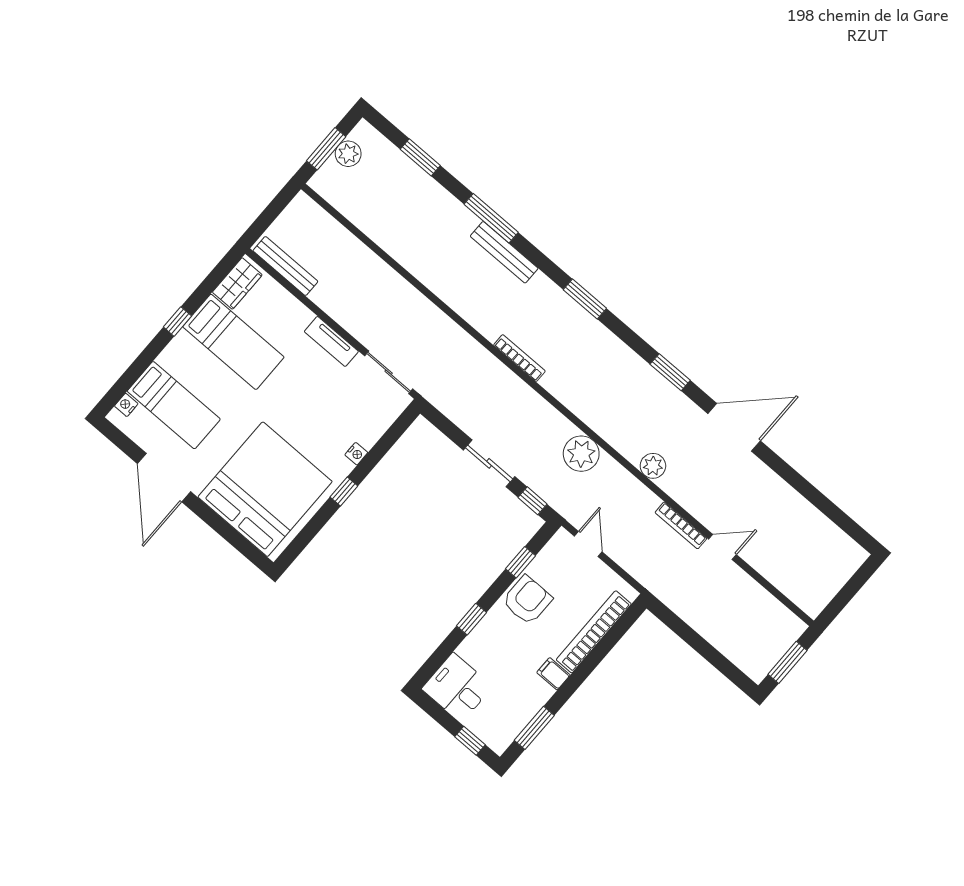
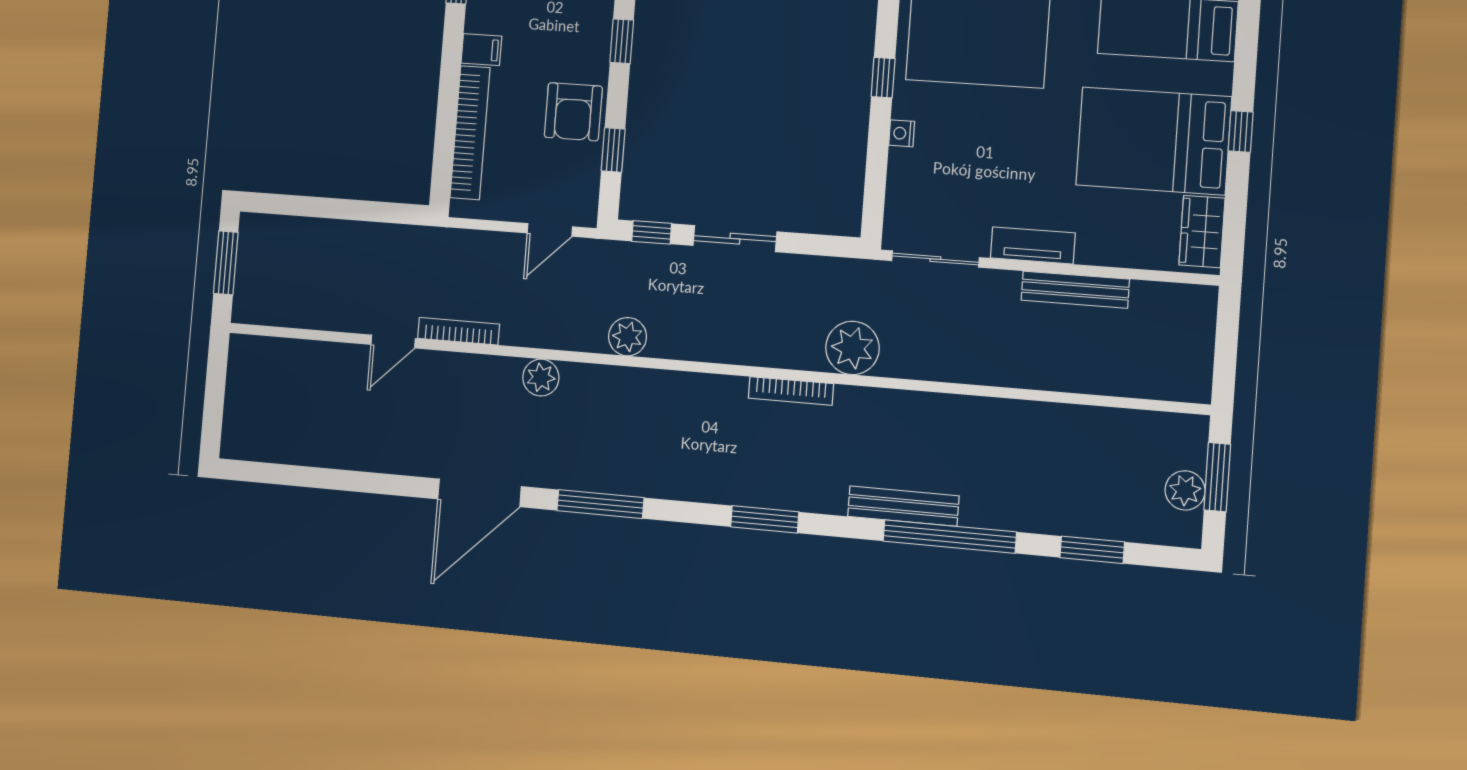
window: (491, 218) -> (950, 537), width x1.46
bench: (285, 266) -> (1075, 290), moved
bed: (233, 342) -> (1154, 141), width x1.50
plant: (469, 357) -> (852, 348), added
window: (670, 372) -> (600, 504), width x1.44
plant: (581, 454) -> (628, 337), width x0.73, depth x0.73
door: (588, 544) -> (550, 230), hinge flipped

